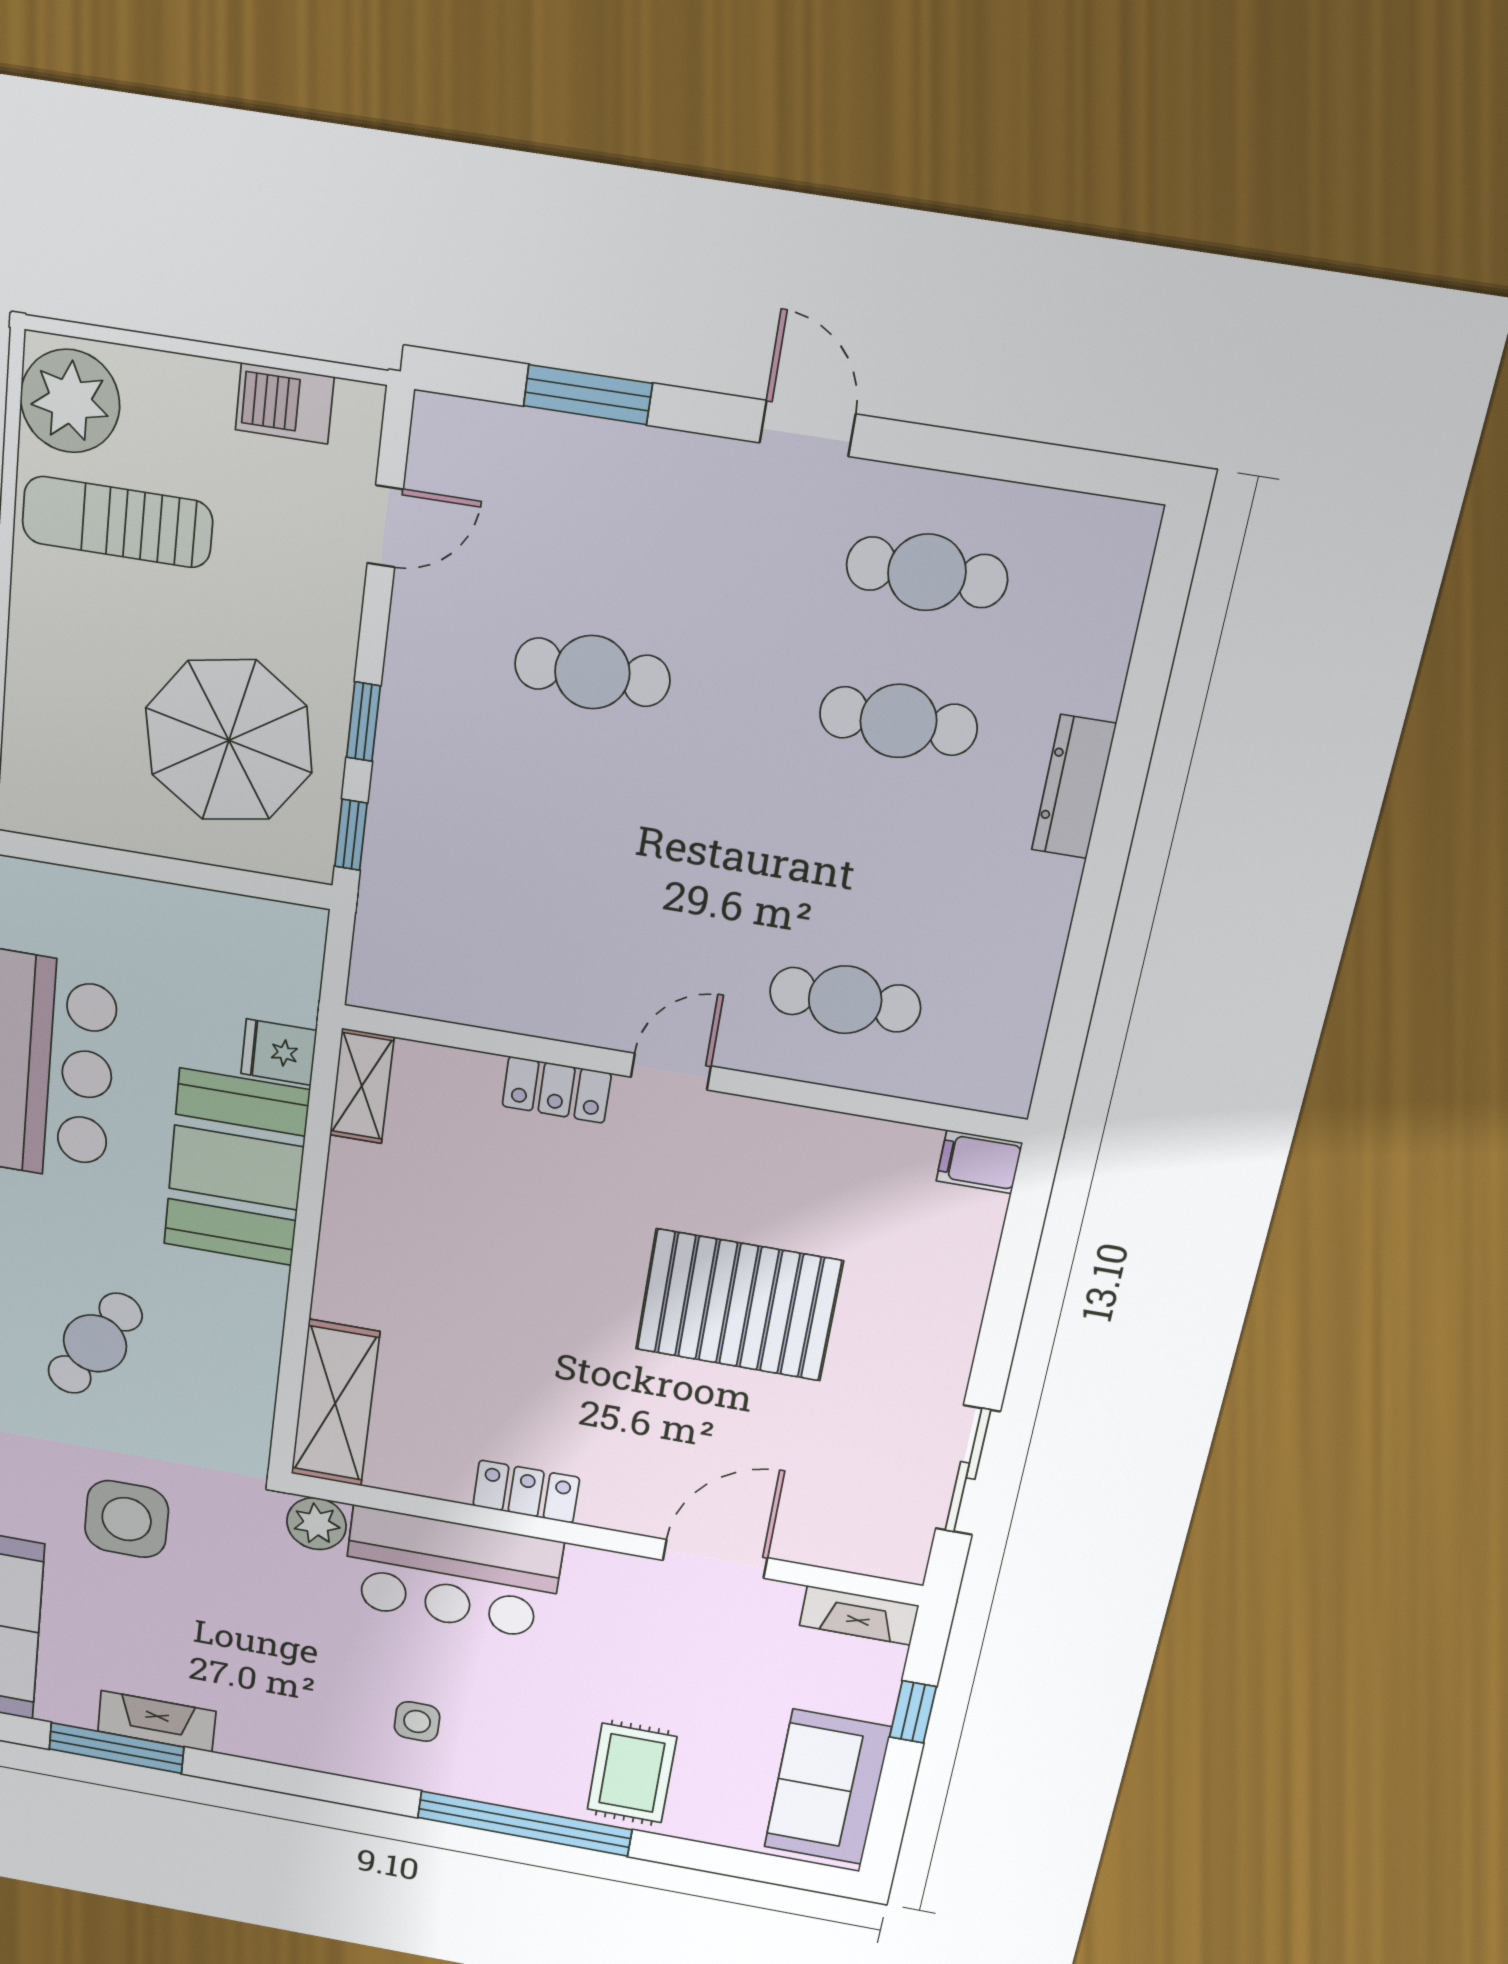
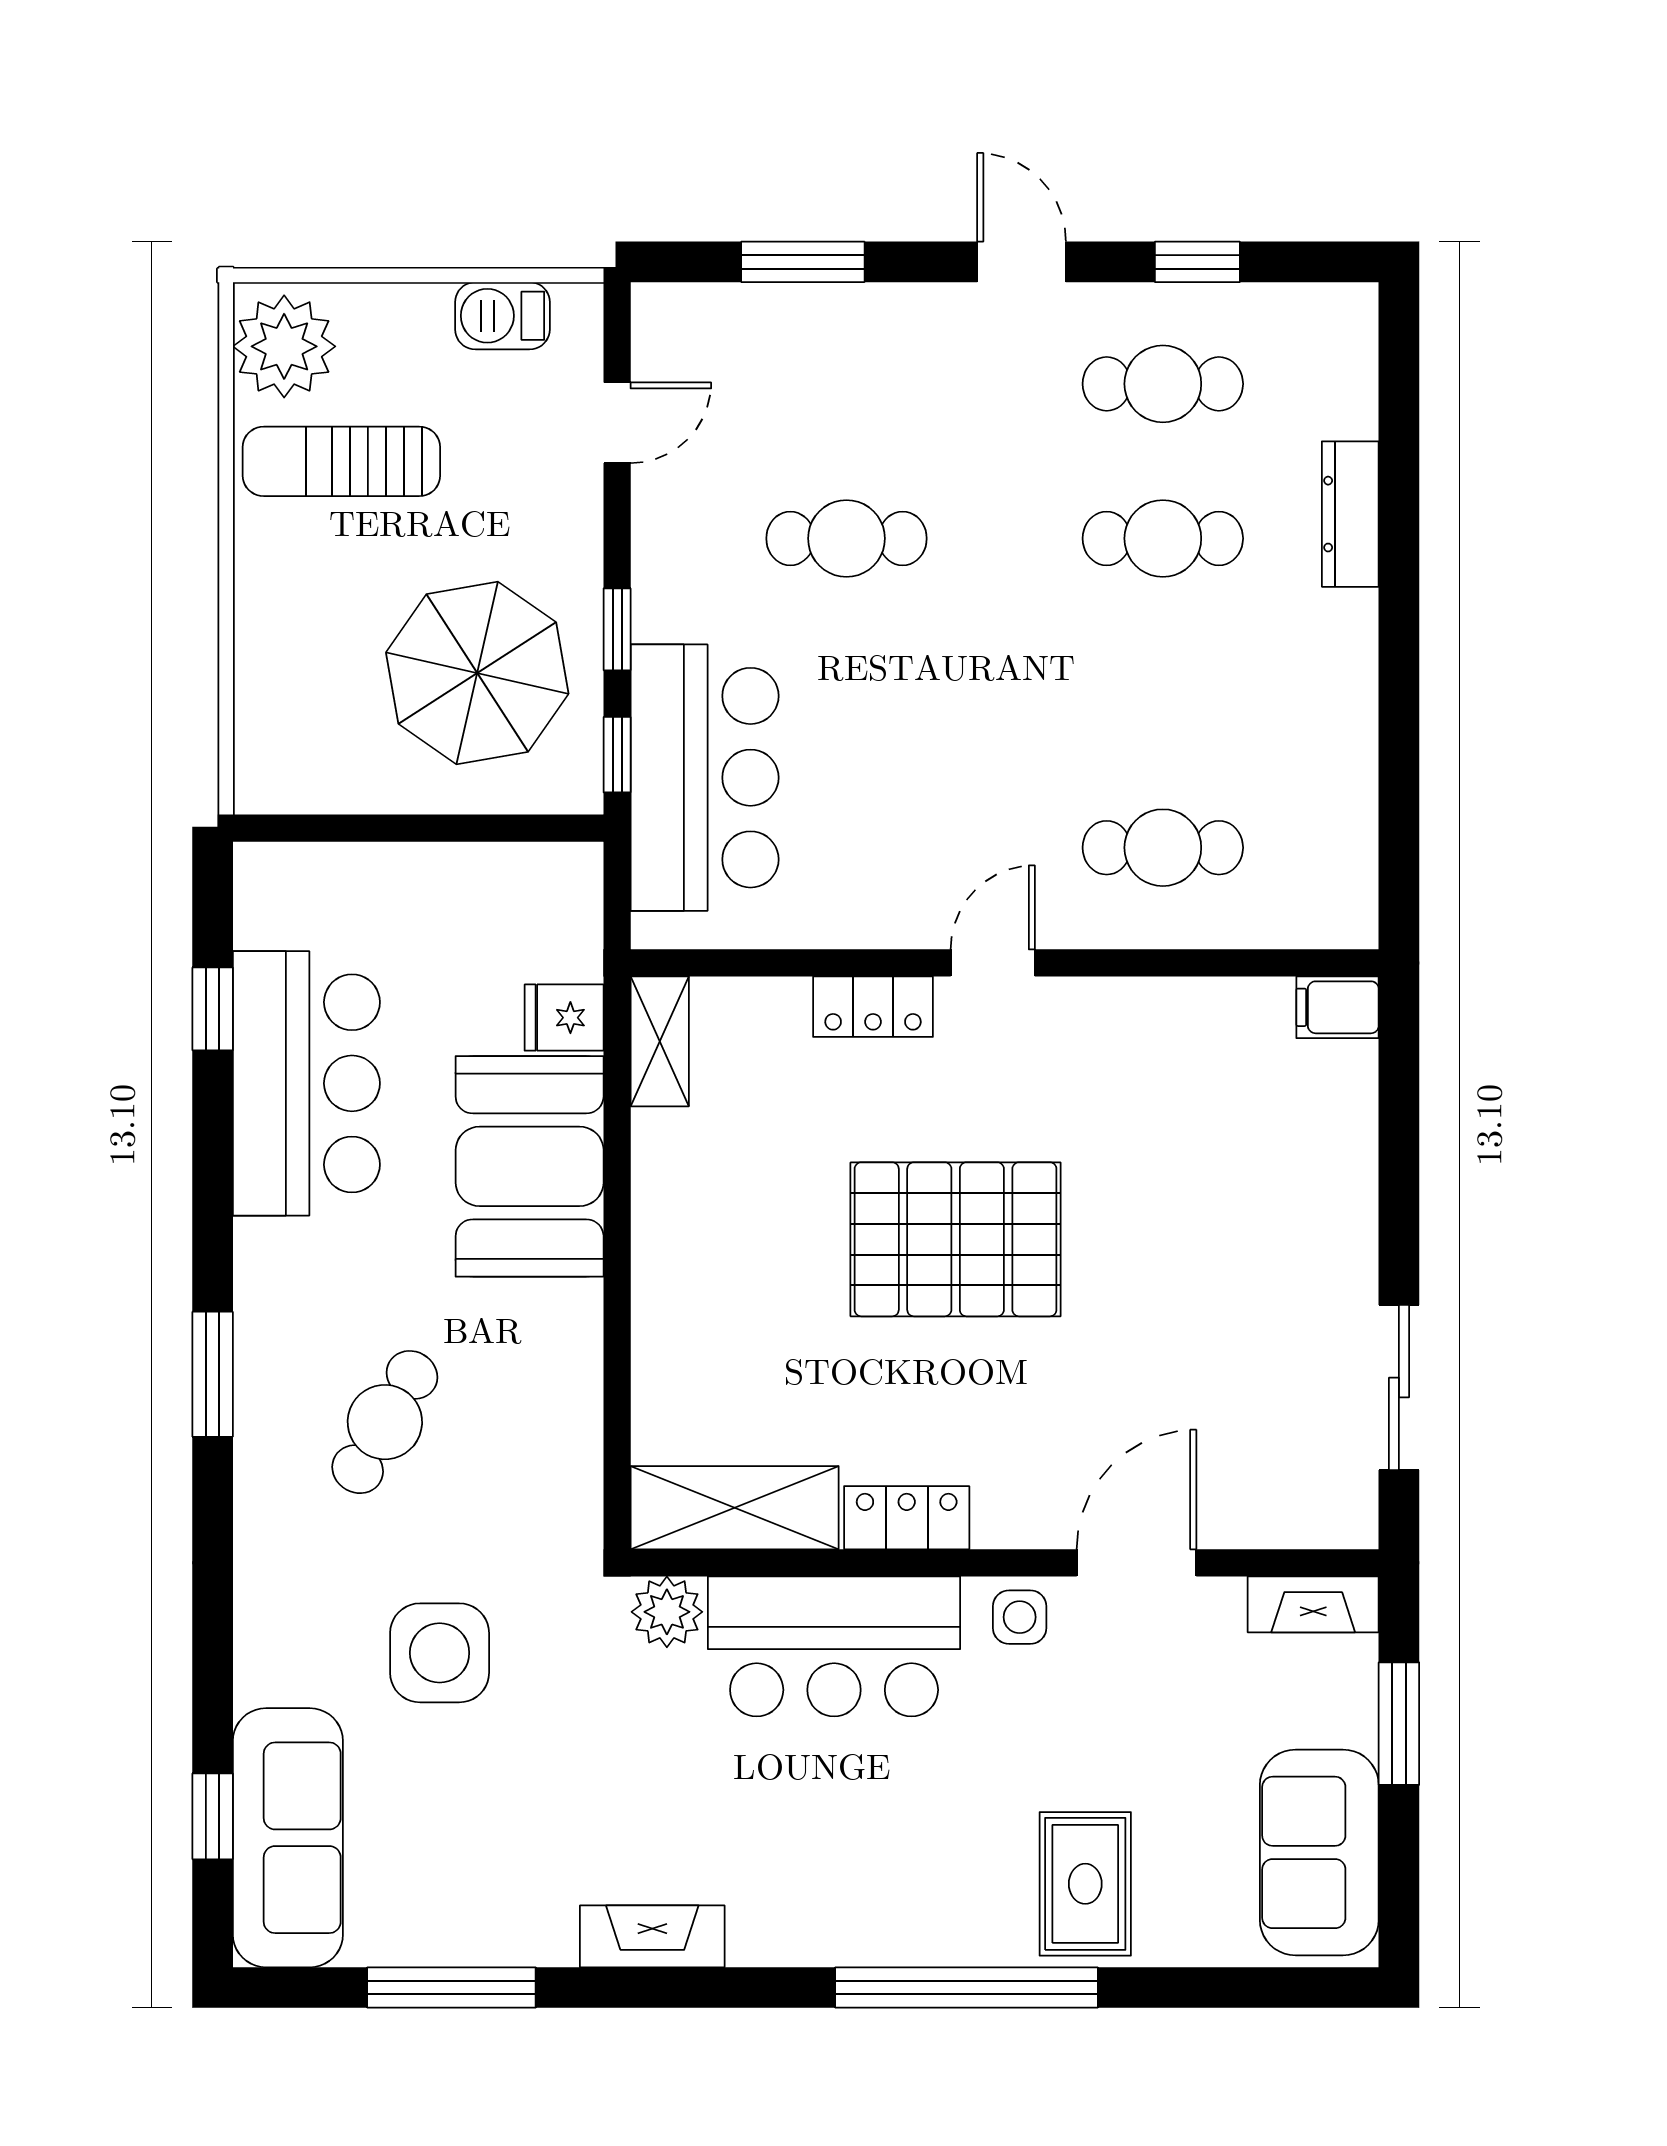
window: (985, 456) -> (1197, 262), added
dresser: (1074, 787) -> (1350, 514), moved
bar counter: (429, 868) -> (705, 778), added
pallet: (739, 1305) -> (956, 1239), moved
shelving: (335, 1403) -> (735, 1508), moved, turned 90
window: (913, 1712) -> (1399, 1724), width x1.50
fireplace: (157, 1721) -> (652, 1936), moved
side table: (417, 1722) -> (1020, 1617), moved

